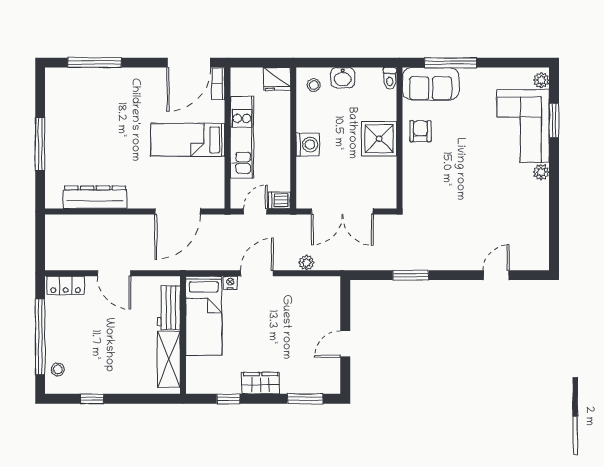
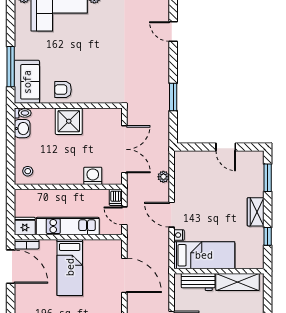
washbasin: (343, 78) -> (22, 129), moved
fridge: (277, 79) -> (25, 226), moved, turned -90
washing machine: (308, 145) -> (93, 176), moved

